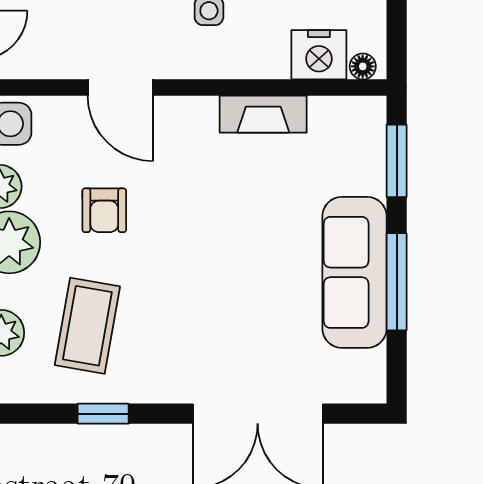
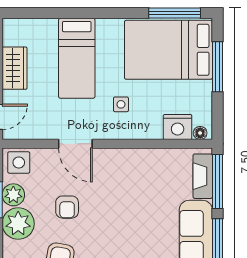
fireplace: (263, 114) -> (203, 176), moved, turned 90
window: (397, 161) -> (217, 182), width x1.44

